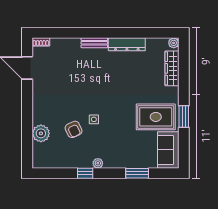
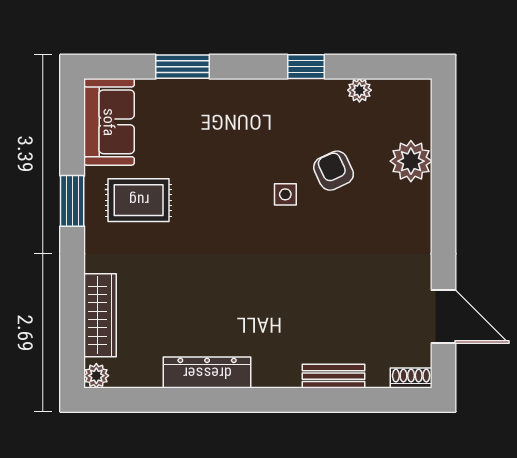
bench: (94, 43) -> (333, 376), moved
rug: (156, 117) -> (139, 200), width x0.73, depth x0.70
plant: (98, 163) -> (359, 90), moved

